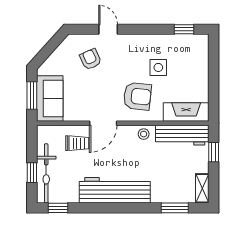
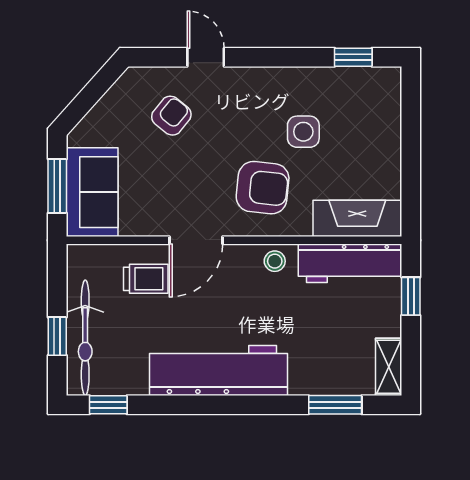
armchair: (90, 59) -> (171, 116), turned 63

